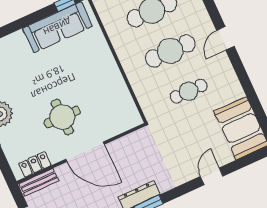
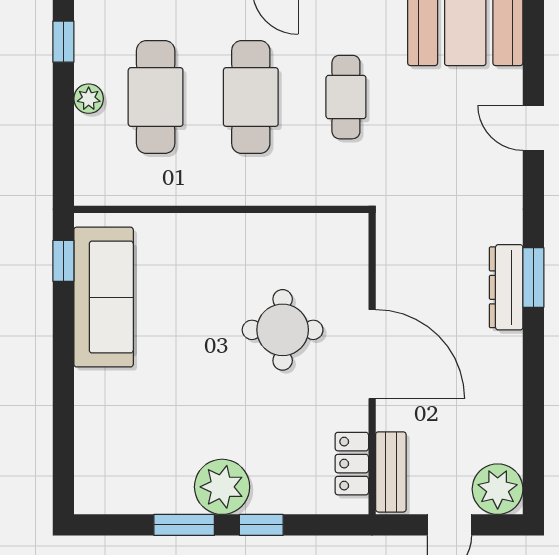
round table: (62, 117) -> (283, 330), moved
door: (85, 152) -> (372, 354), hinge flipped

